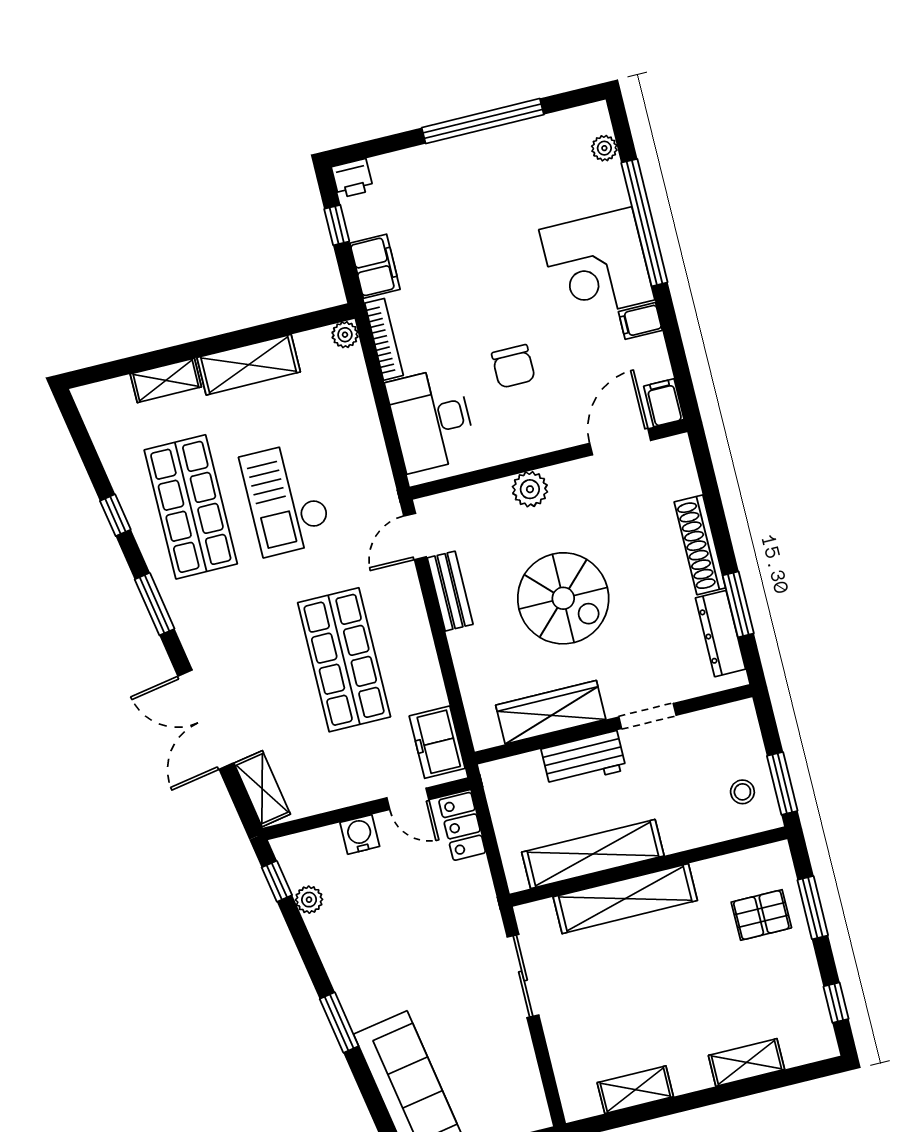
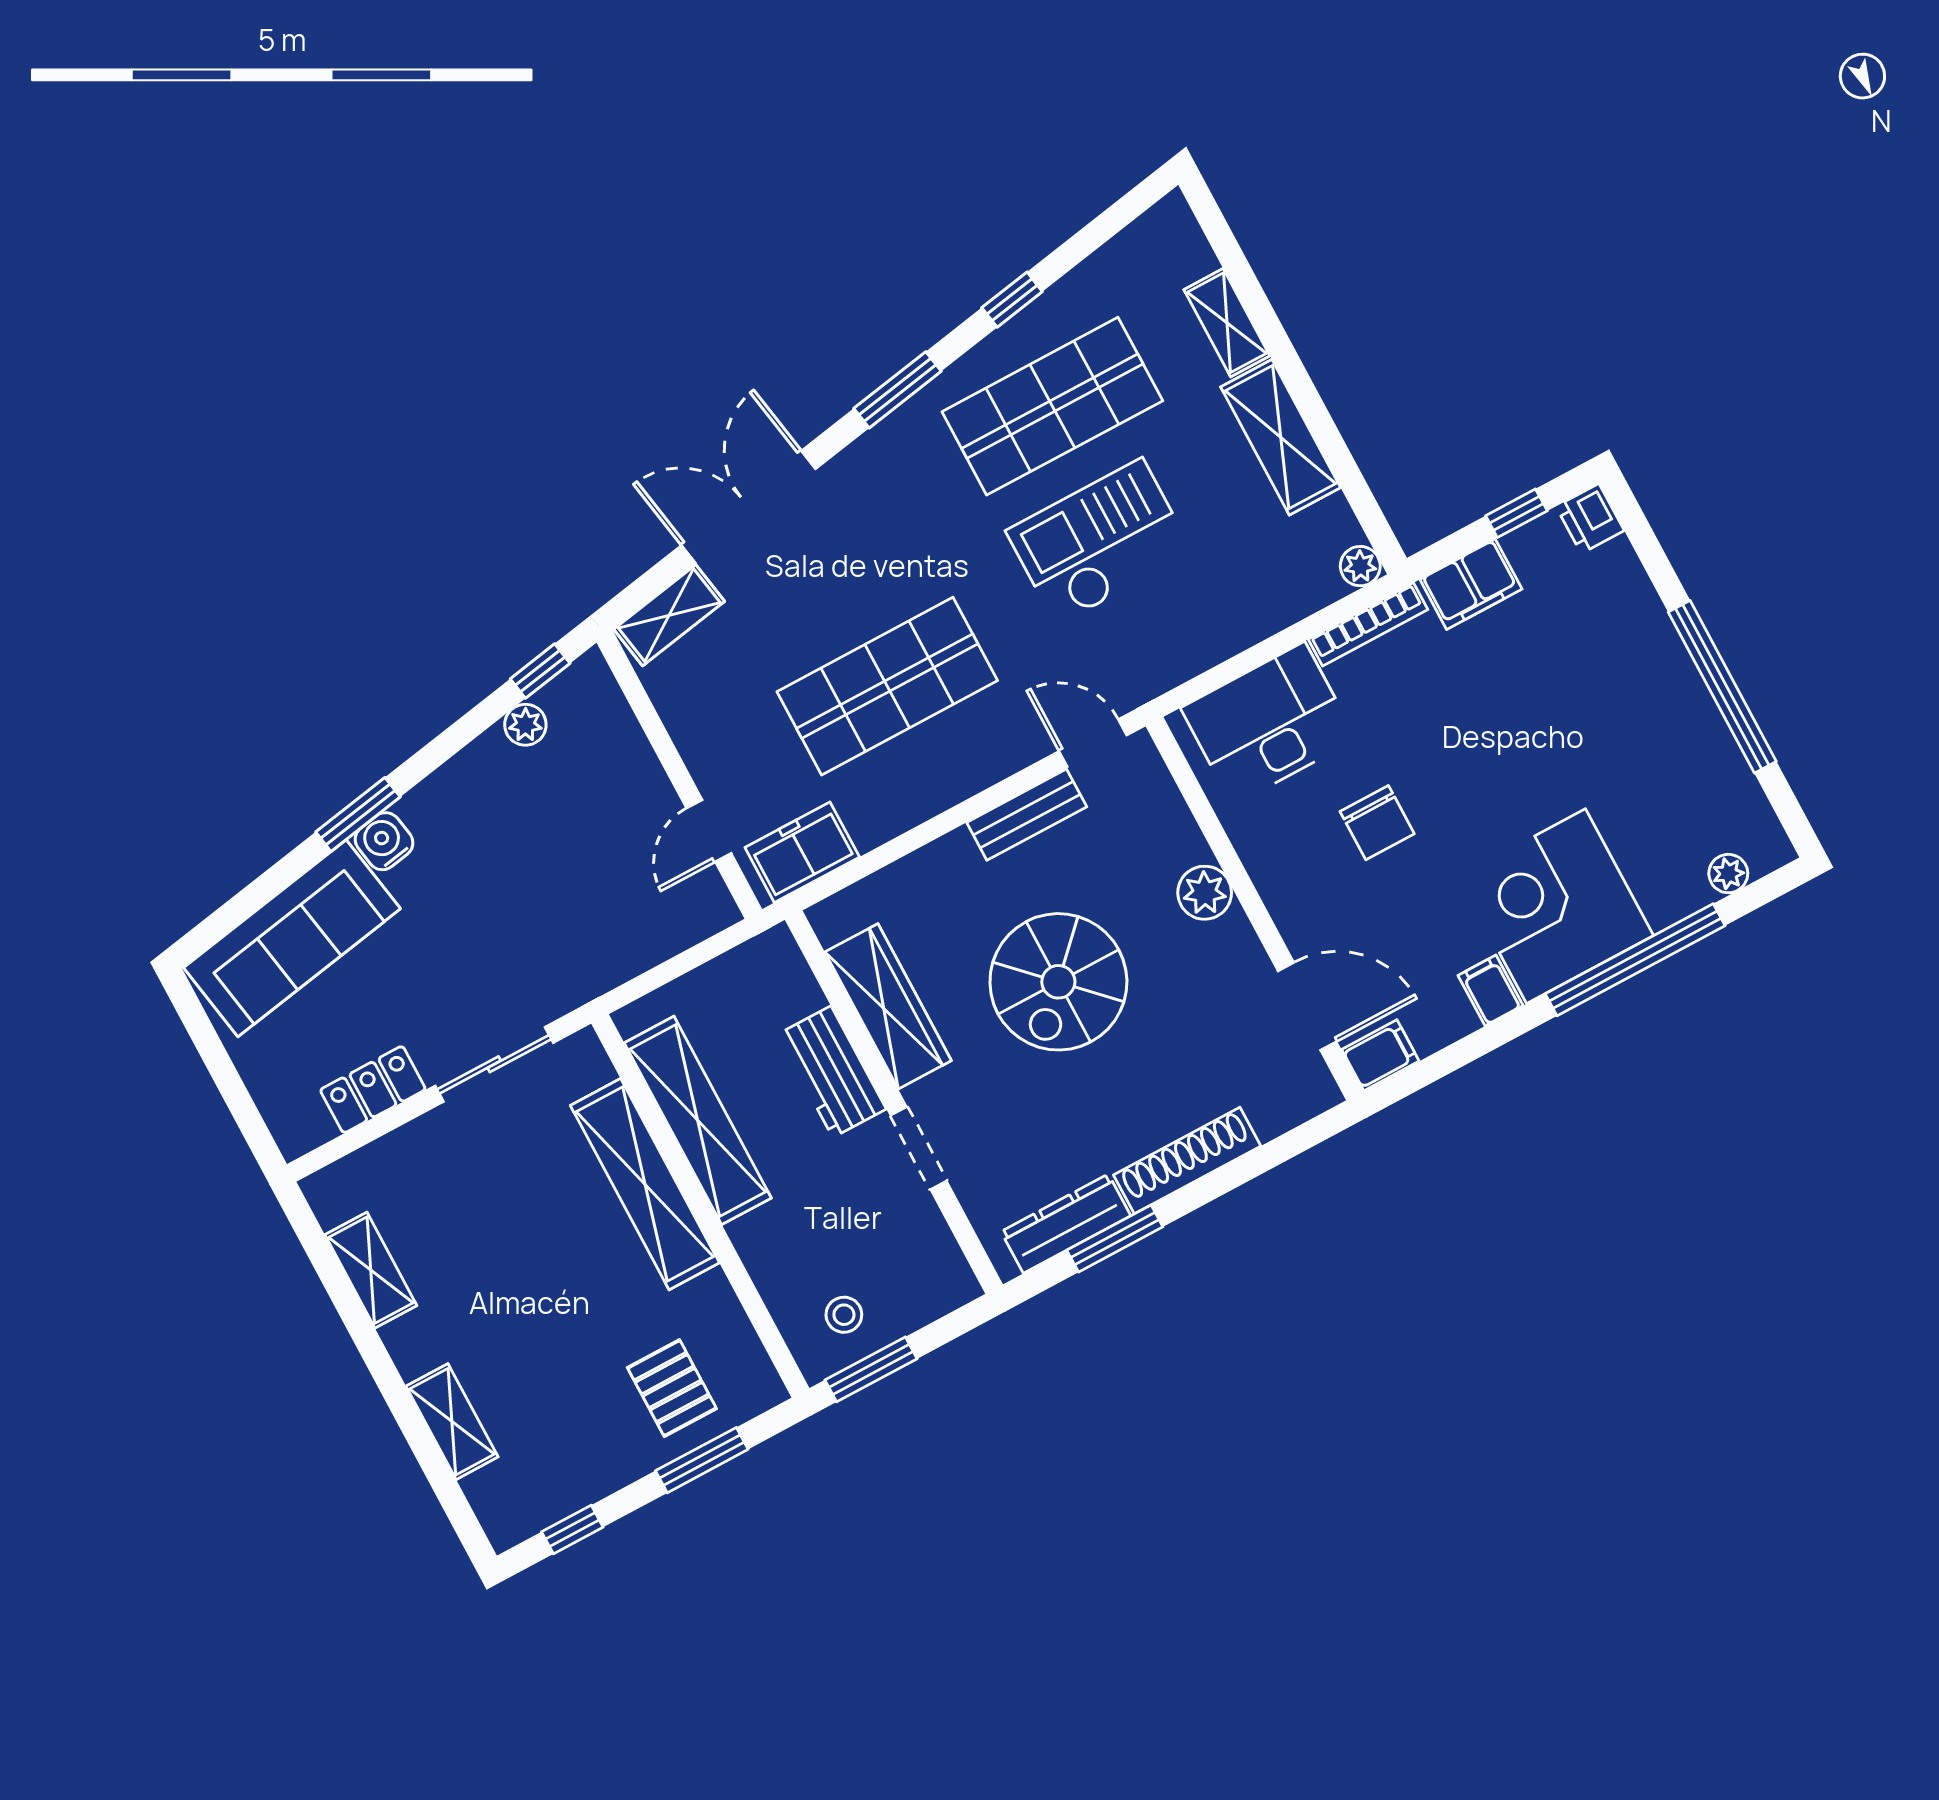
chair: (513, 366) -> (1377, 823), turned -90
locker: (462, 826) -> (373, 1090), moved
water cooler: (360, 834) -> (384, 841), moved, turned -100

